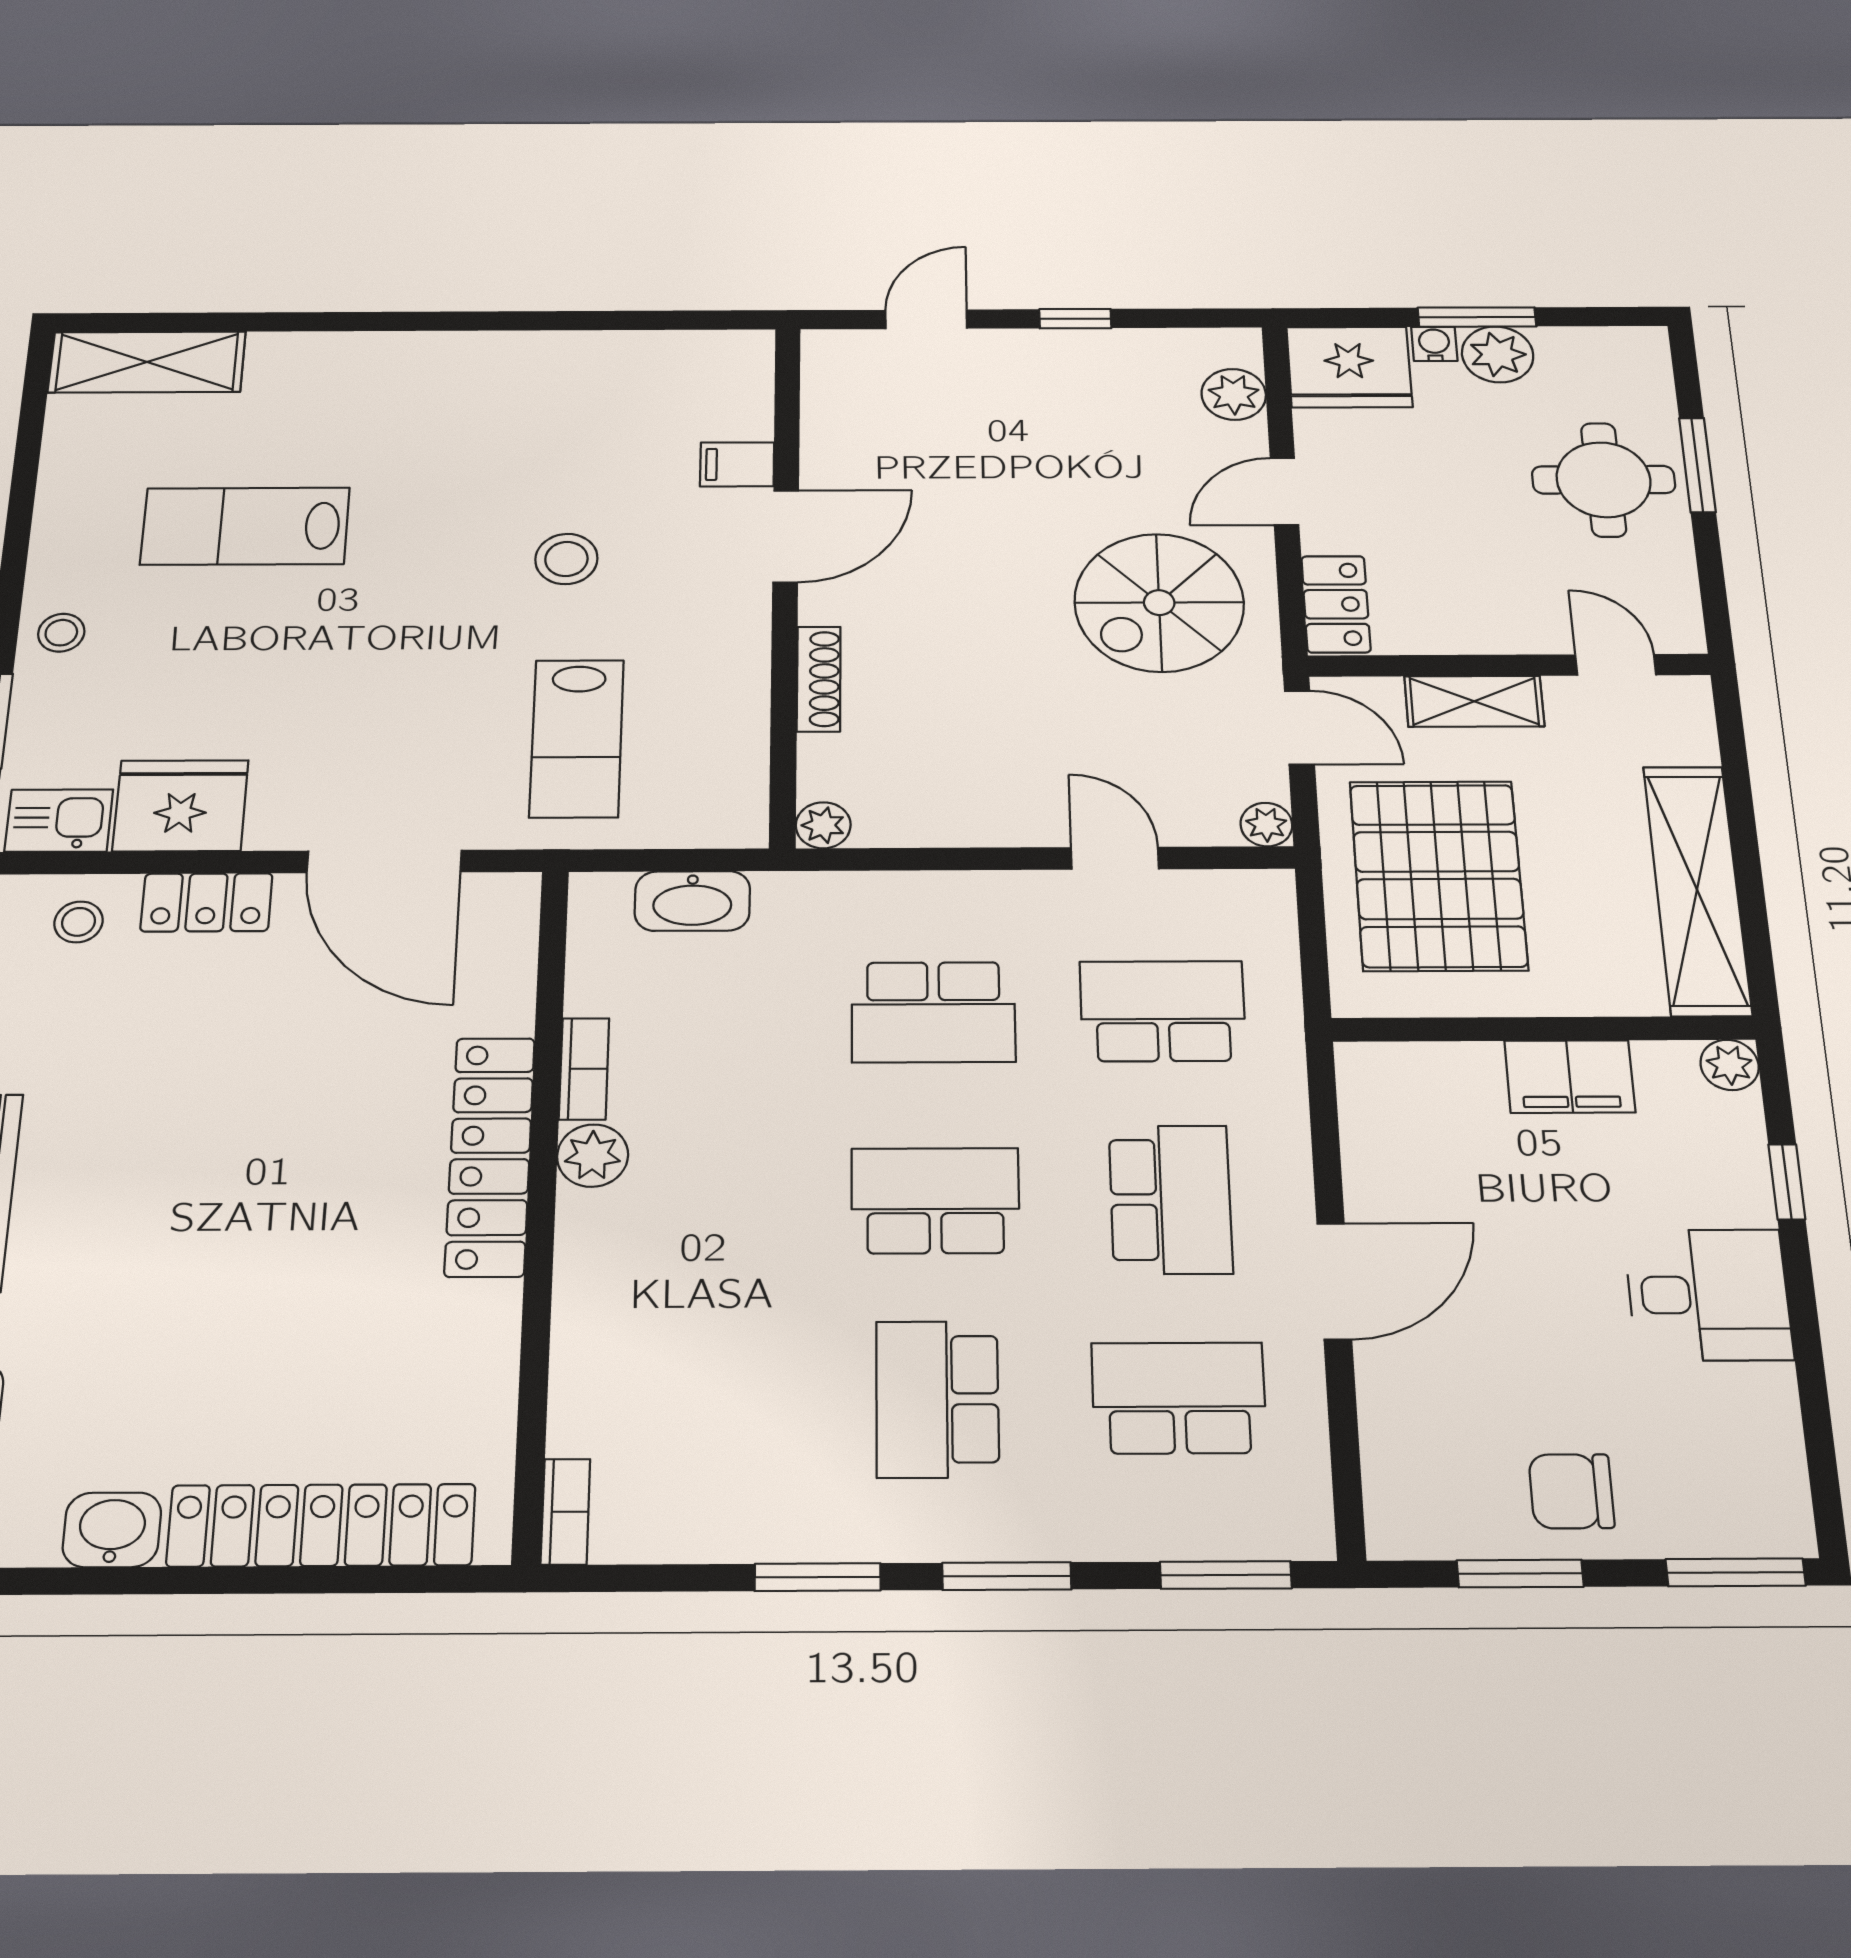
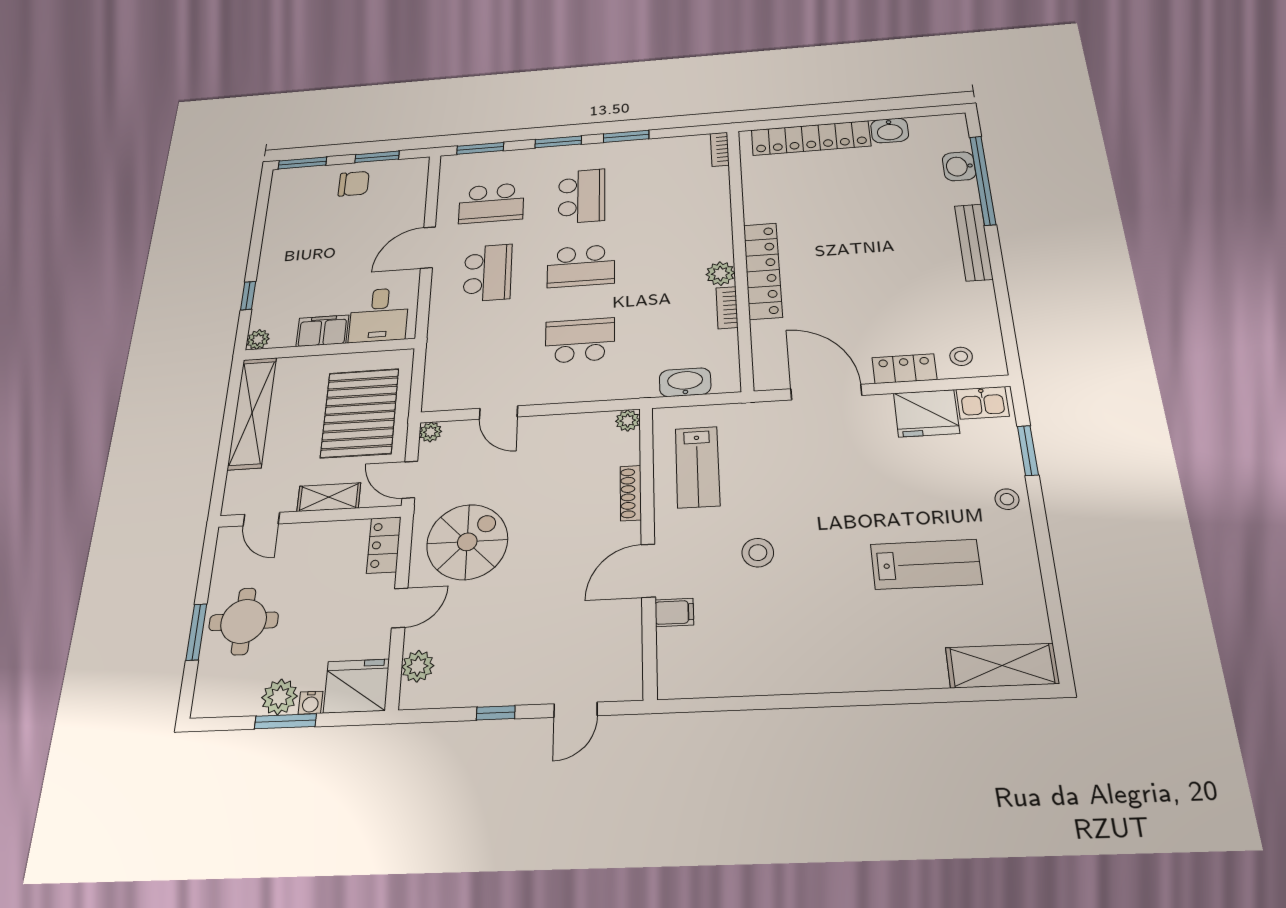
lab bench: (577, 738) -> (697, 467), moved, turned 180
school desk: (1163, 1011) -> (484, 347), removed
school desk: (1170, 1199) -> (488, 273), turned 180
desk: (1708, 1295) -> (379, 315), moved, turned -90

